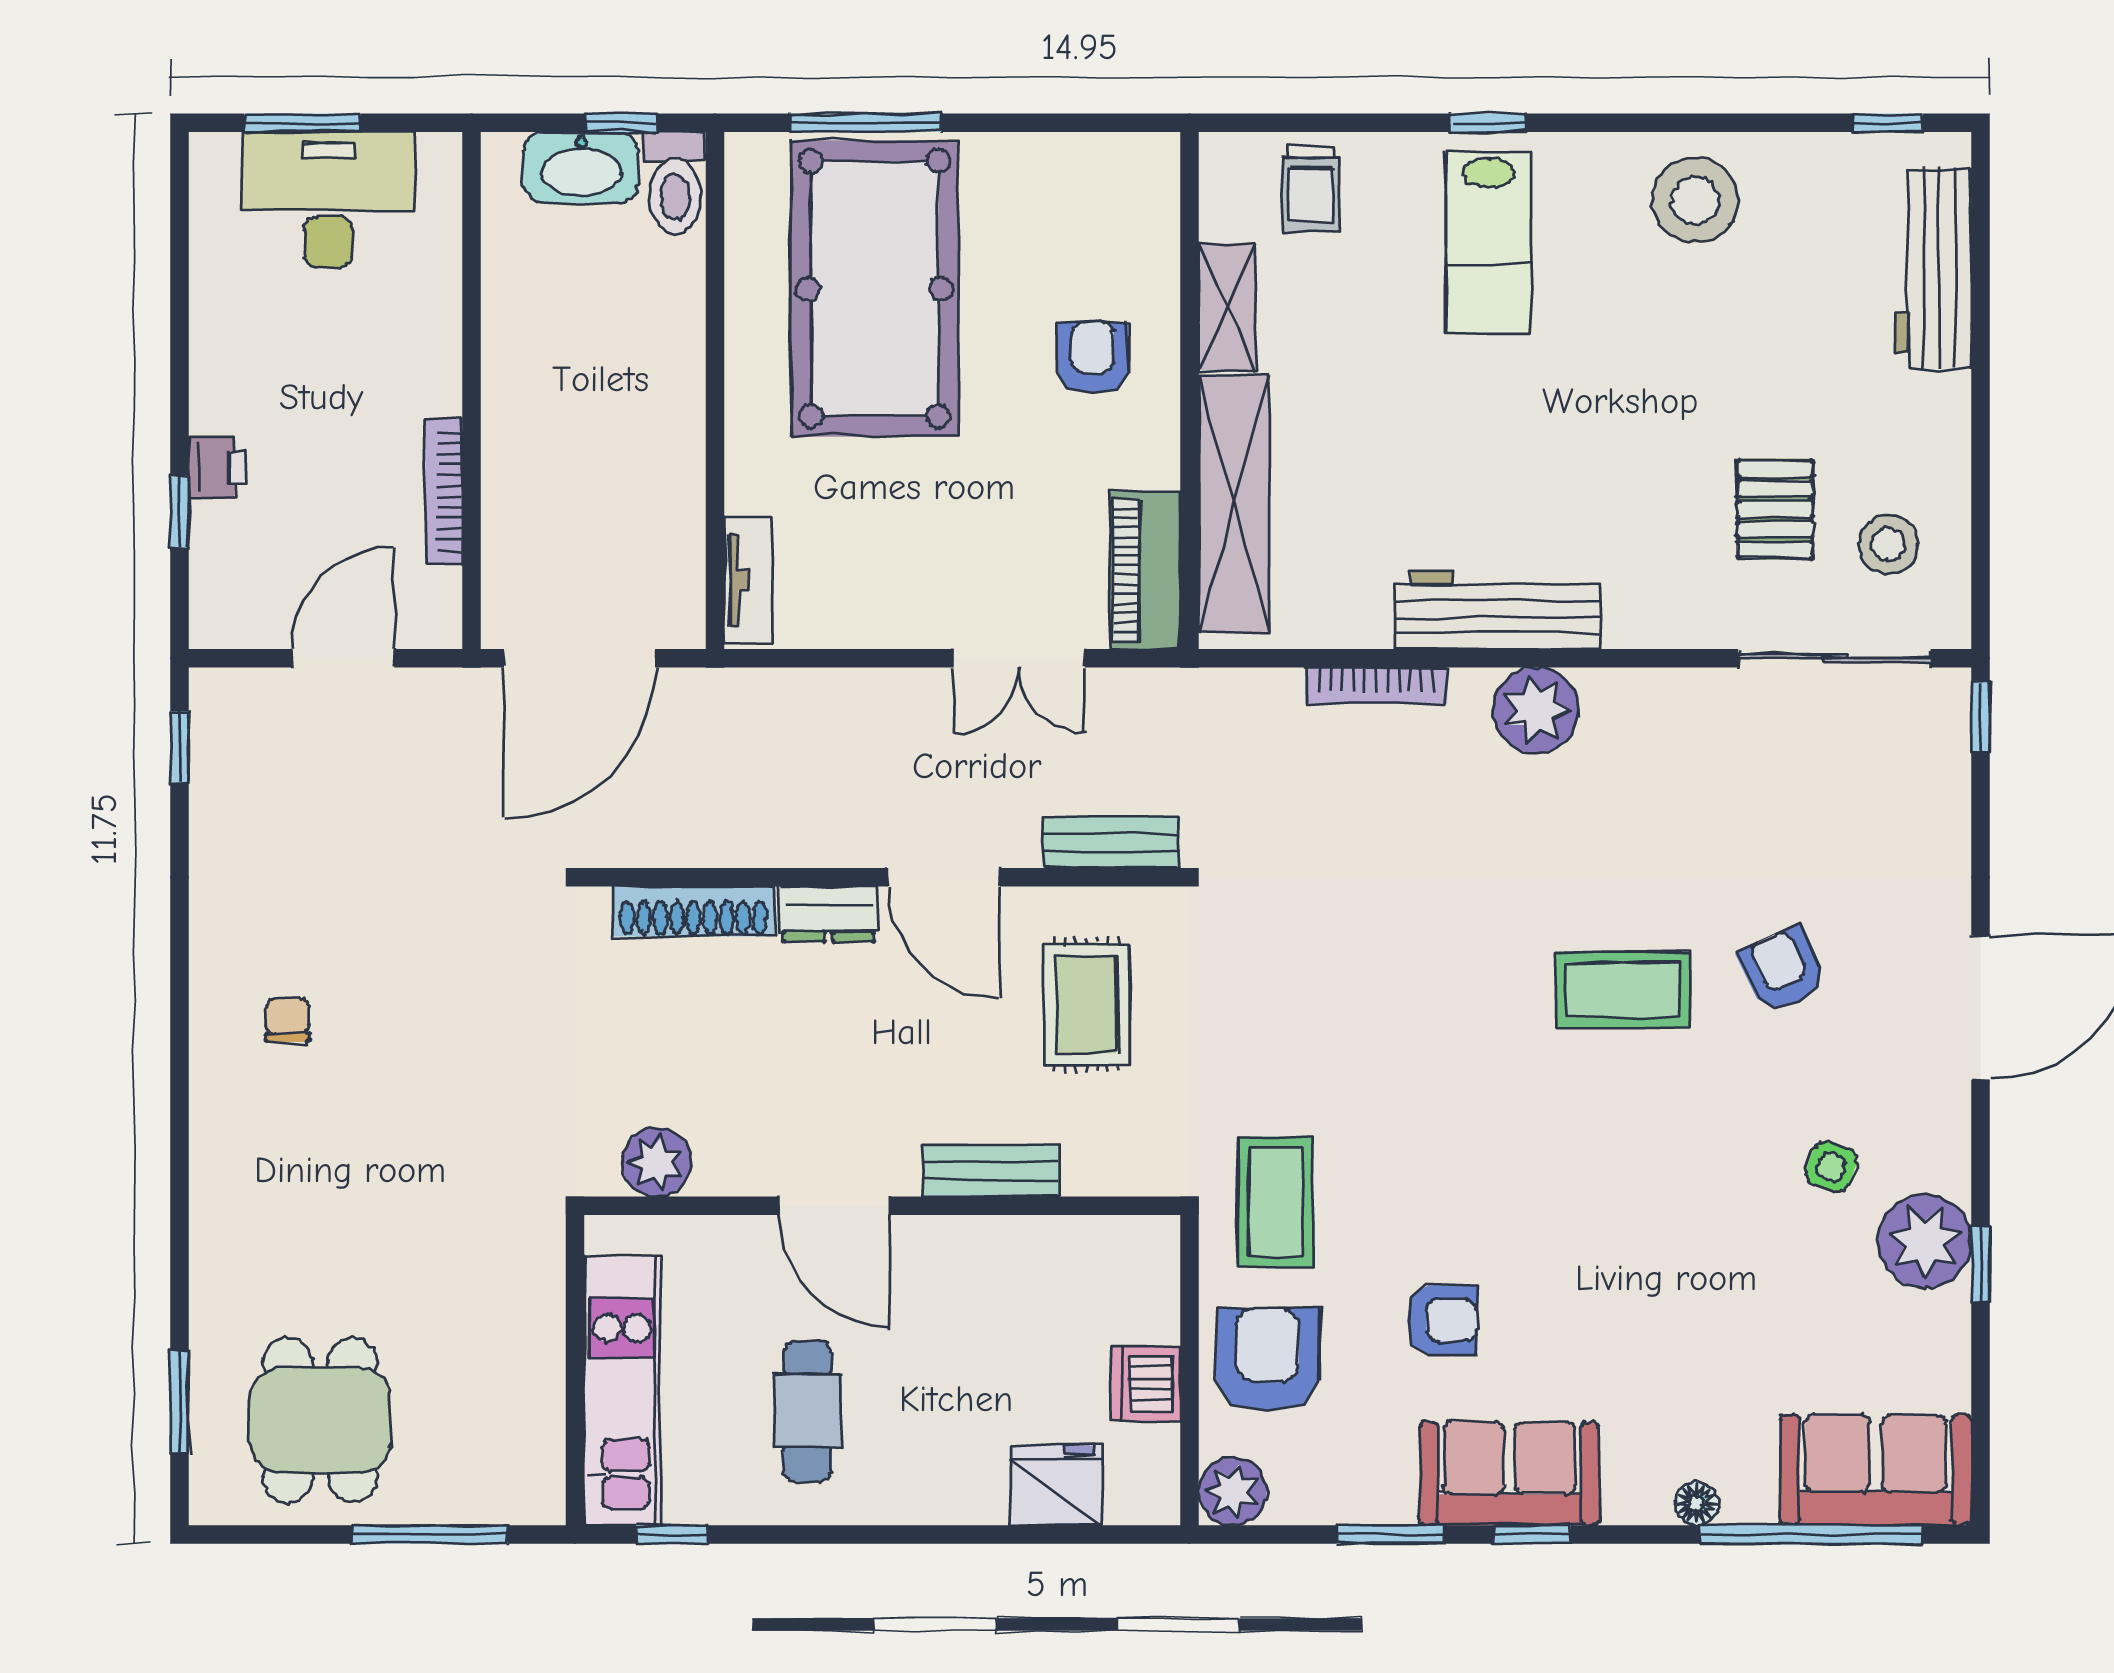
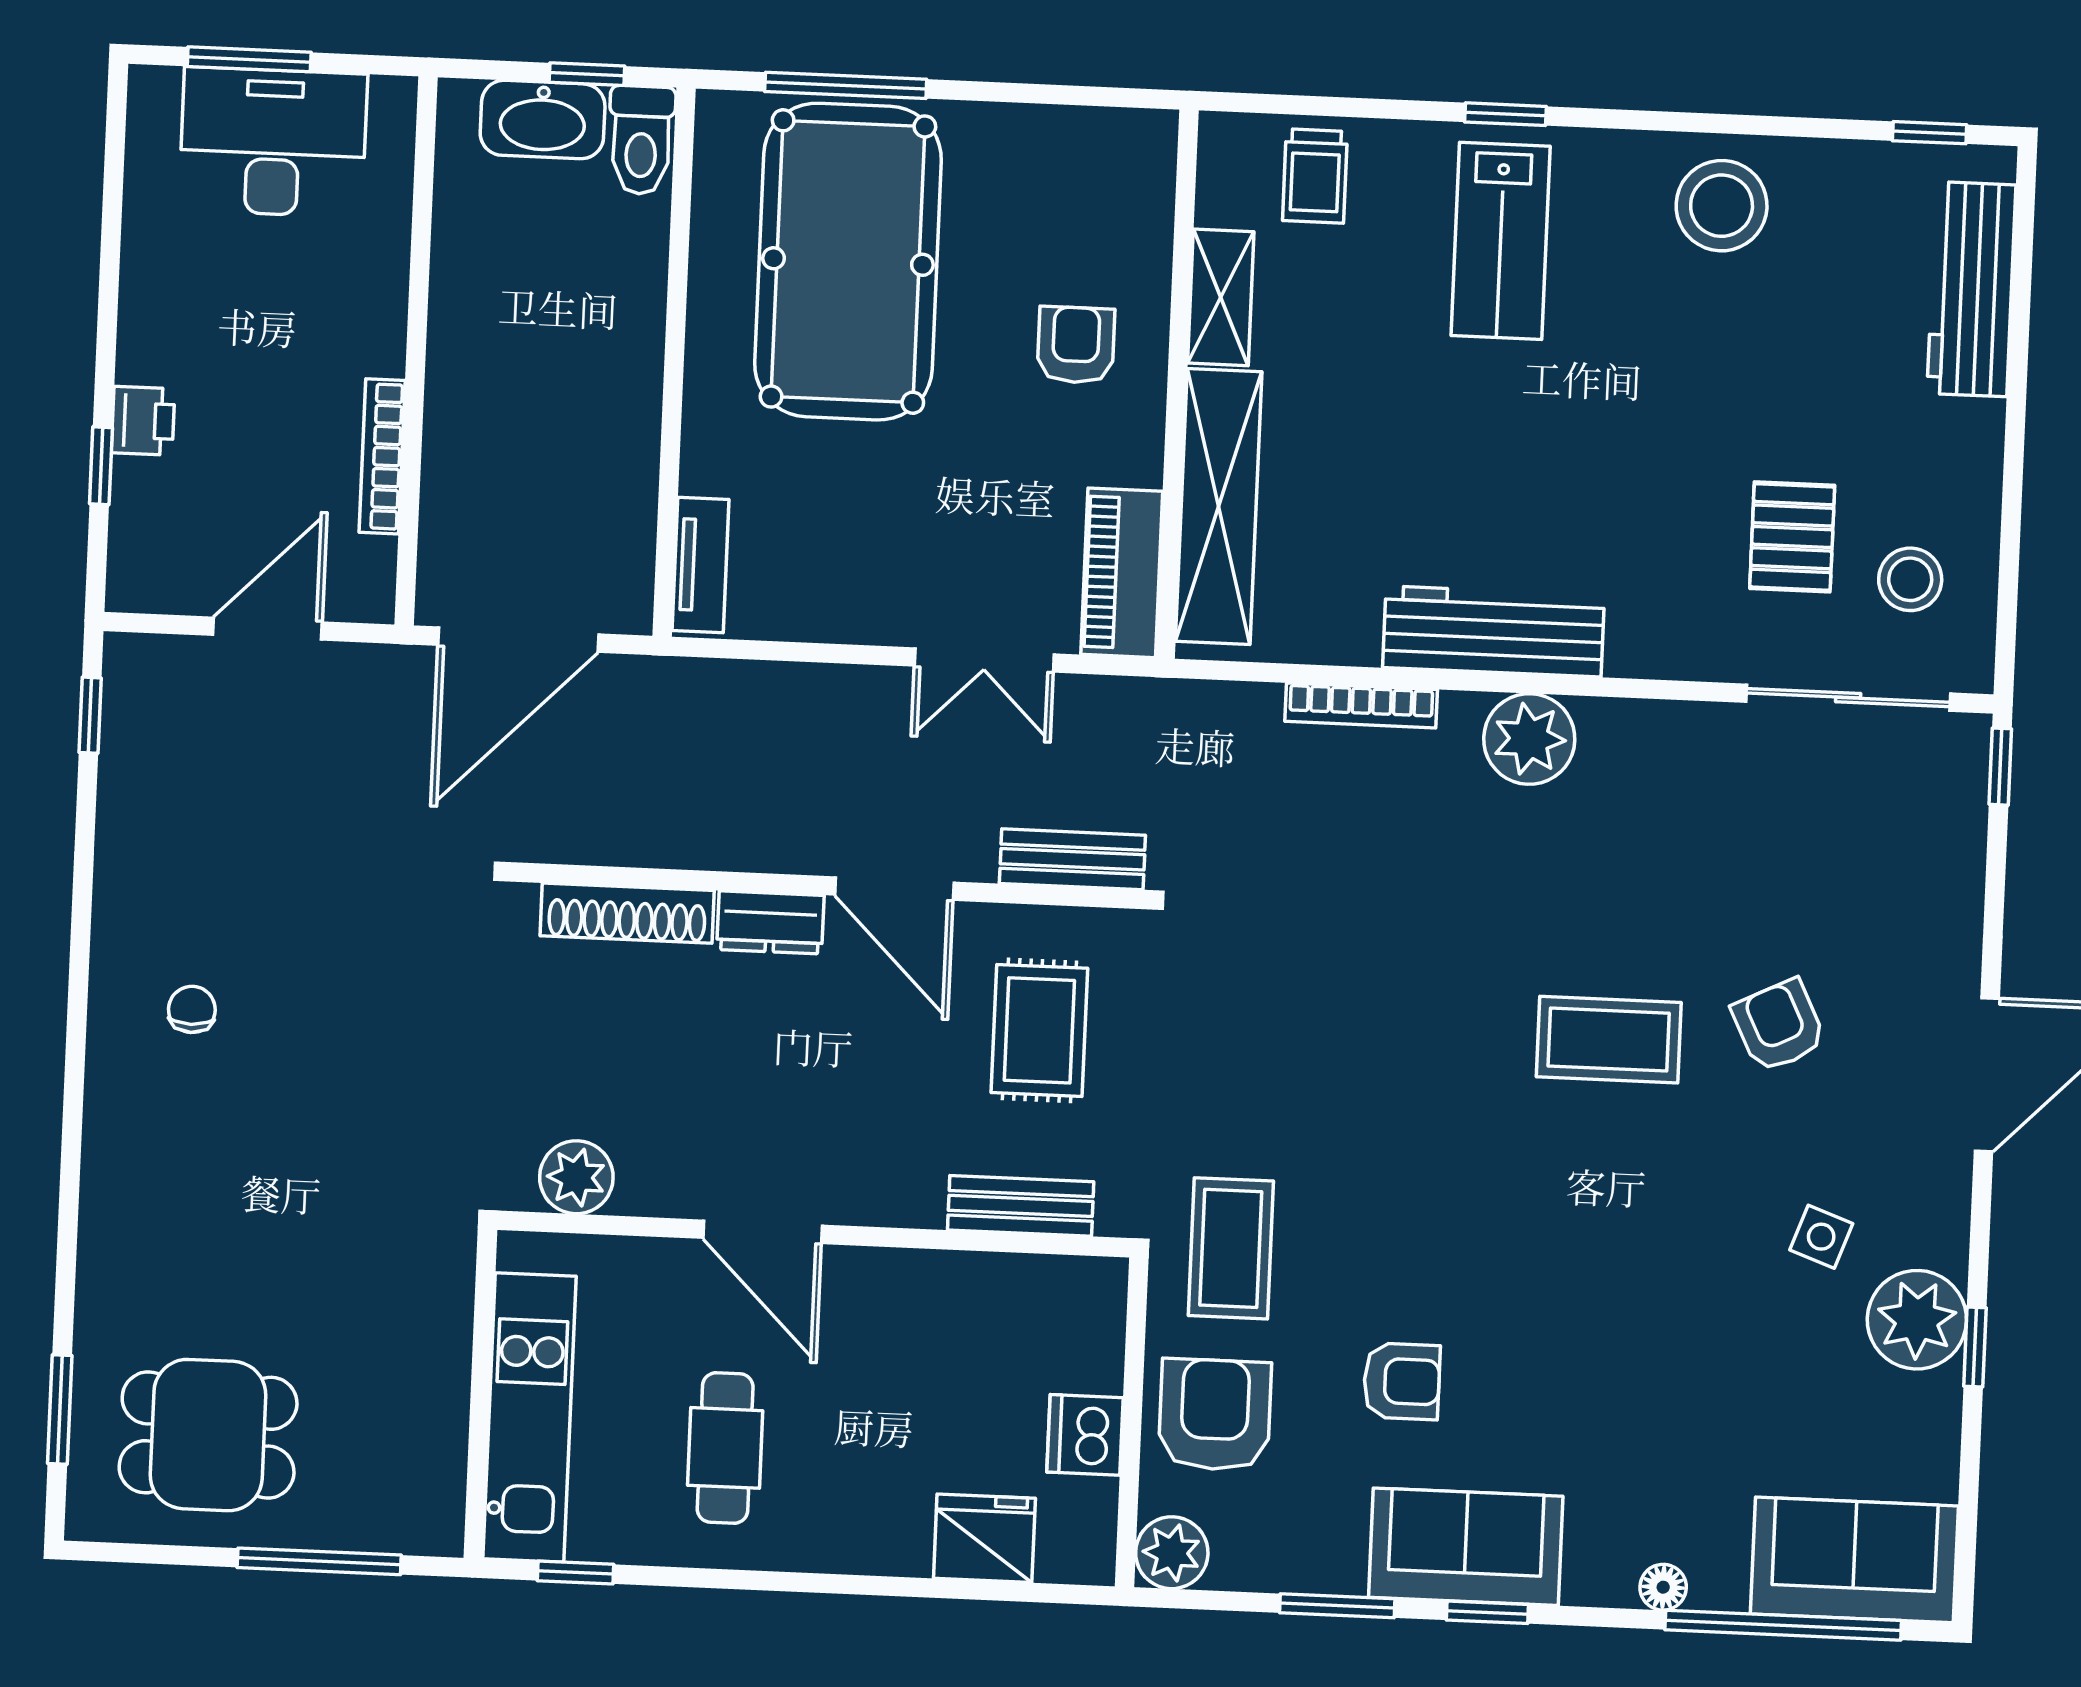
bench: (991, 1171) -> (1021, 1206), moved
dining table: (320, 1420) -> (208, 1435), turned 90

